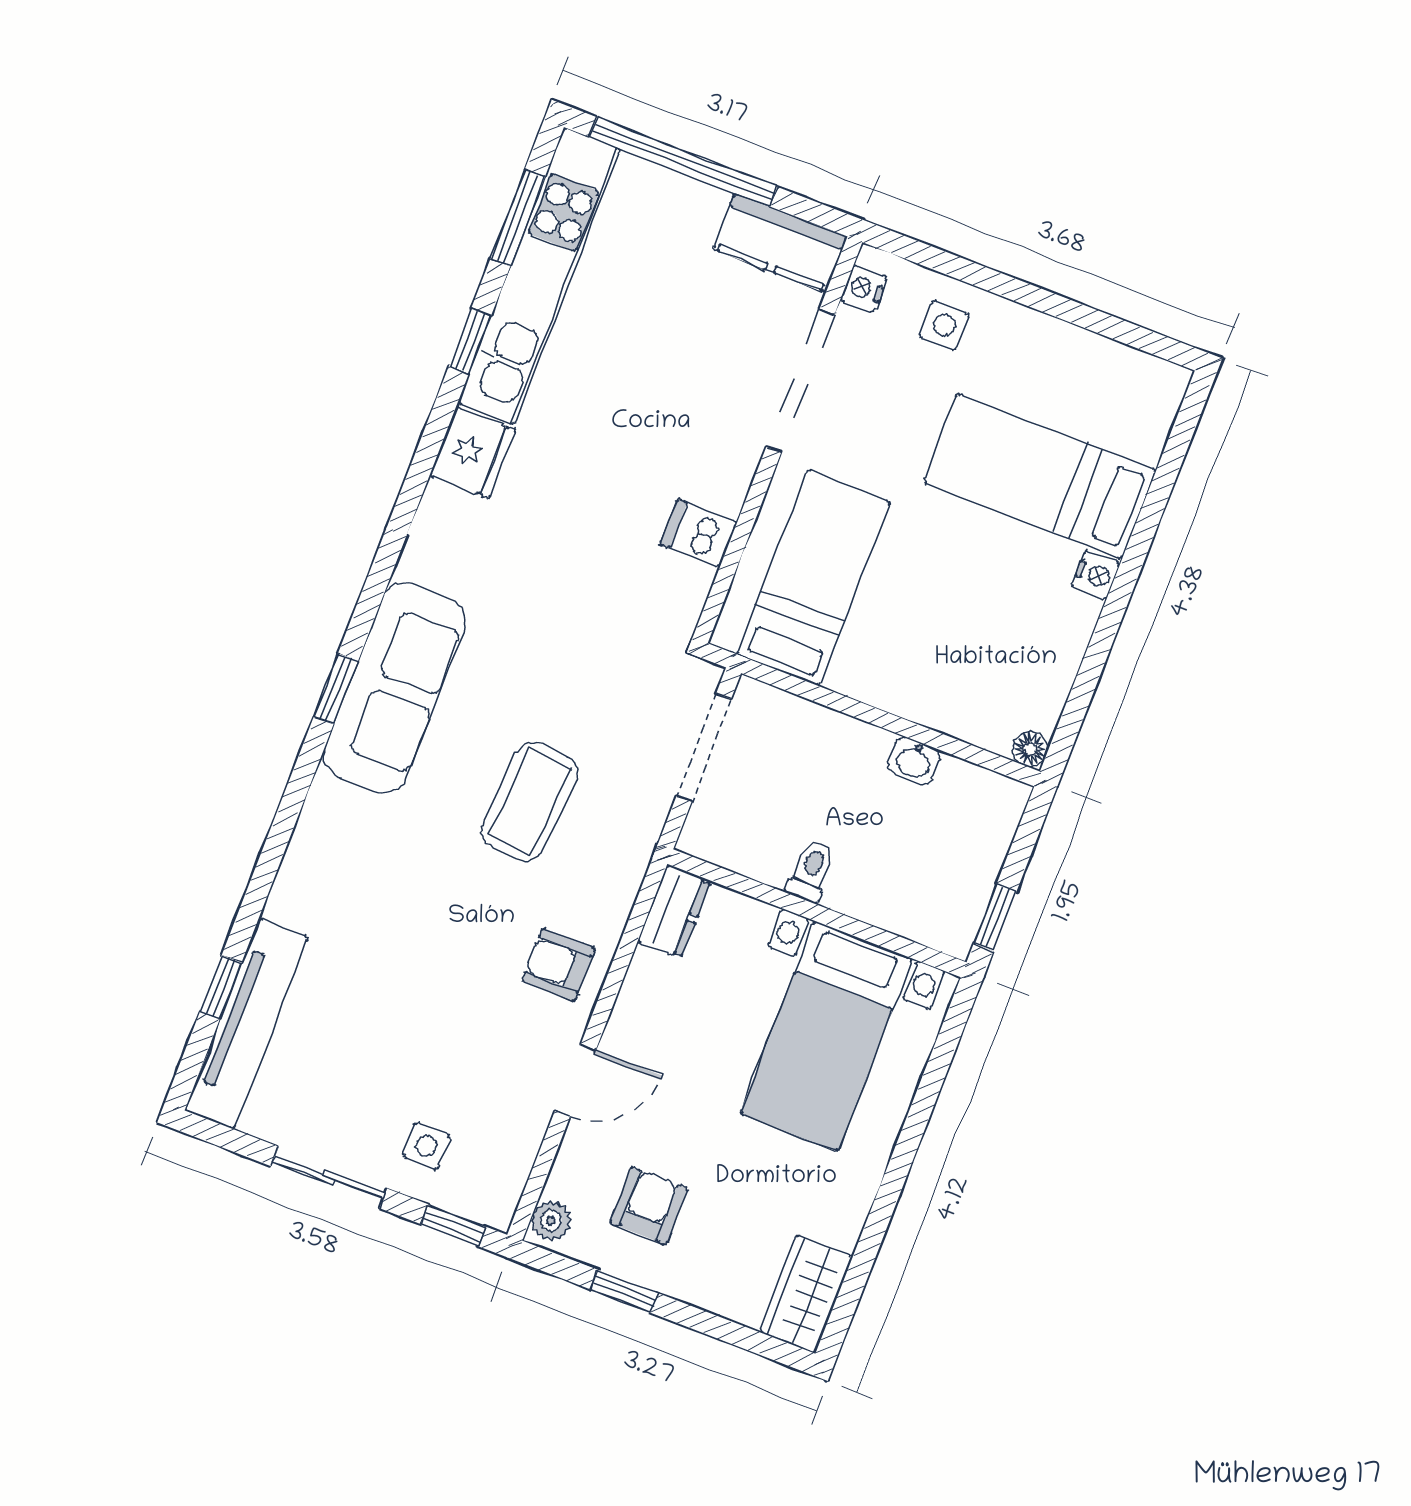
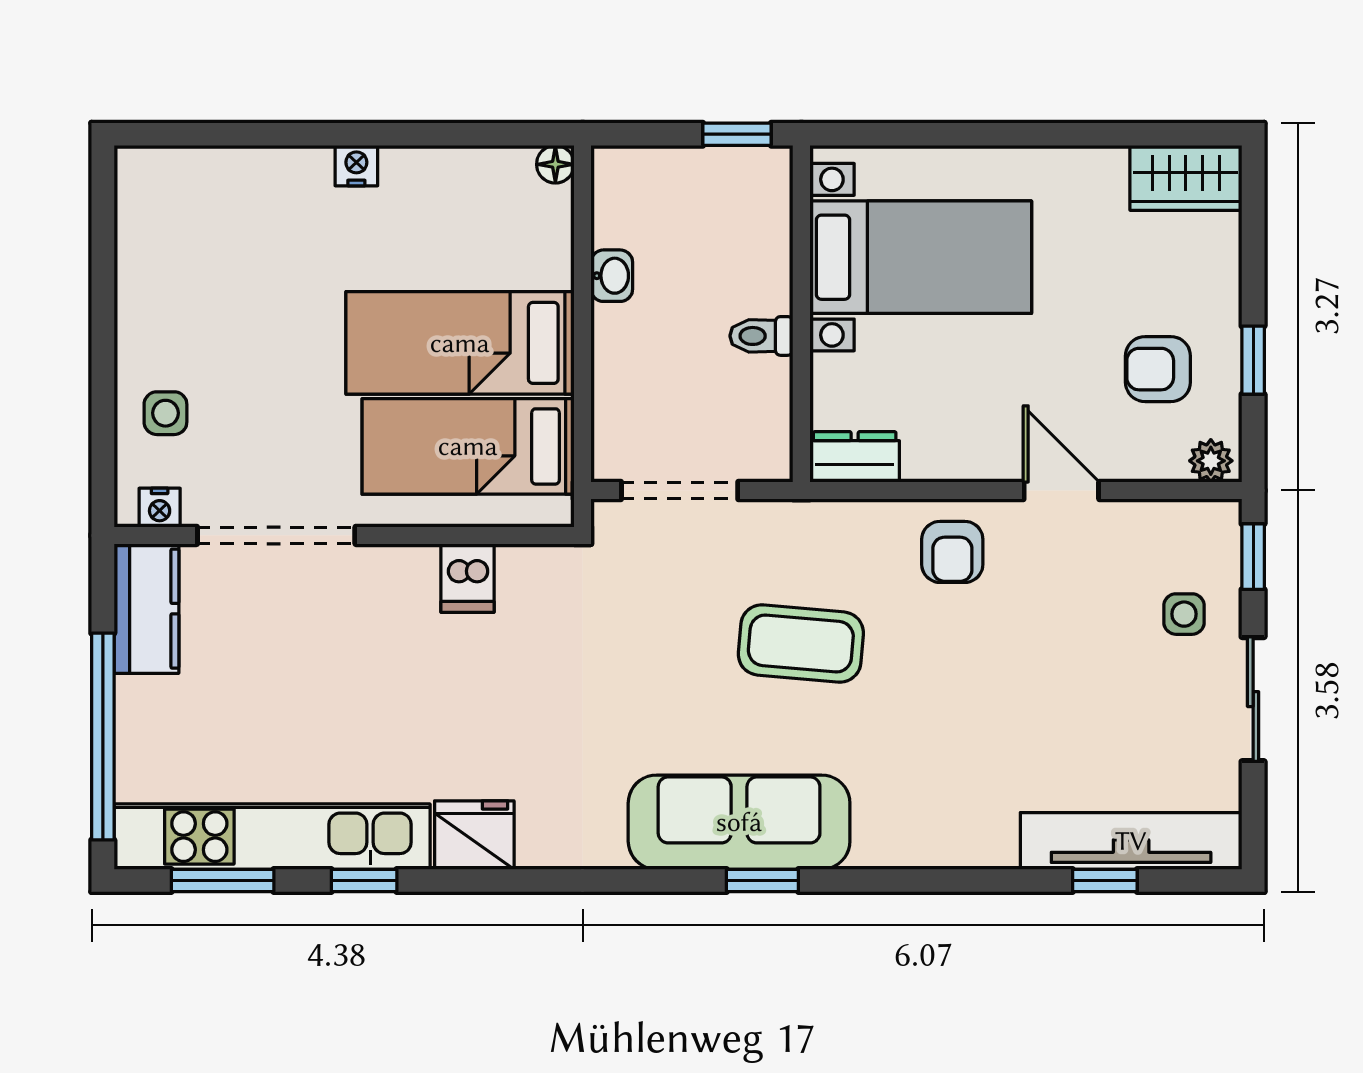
bed: (1040, 476) -> (460, 343), moved, turned 90

